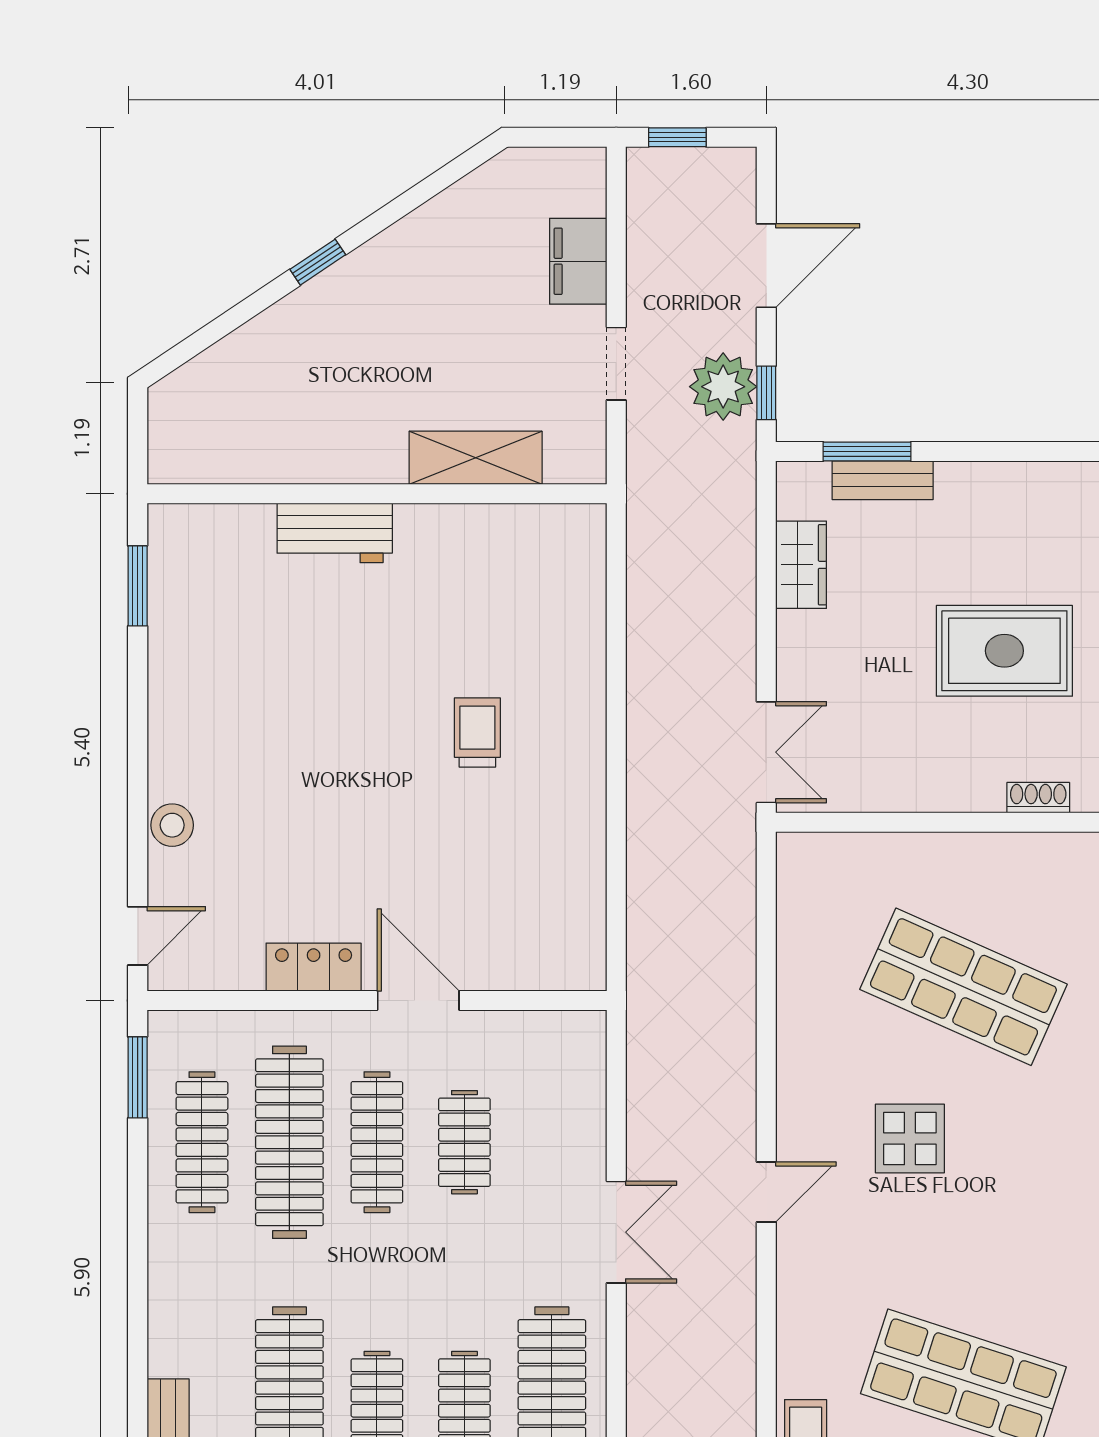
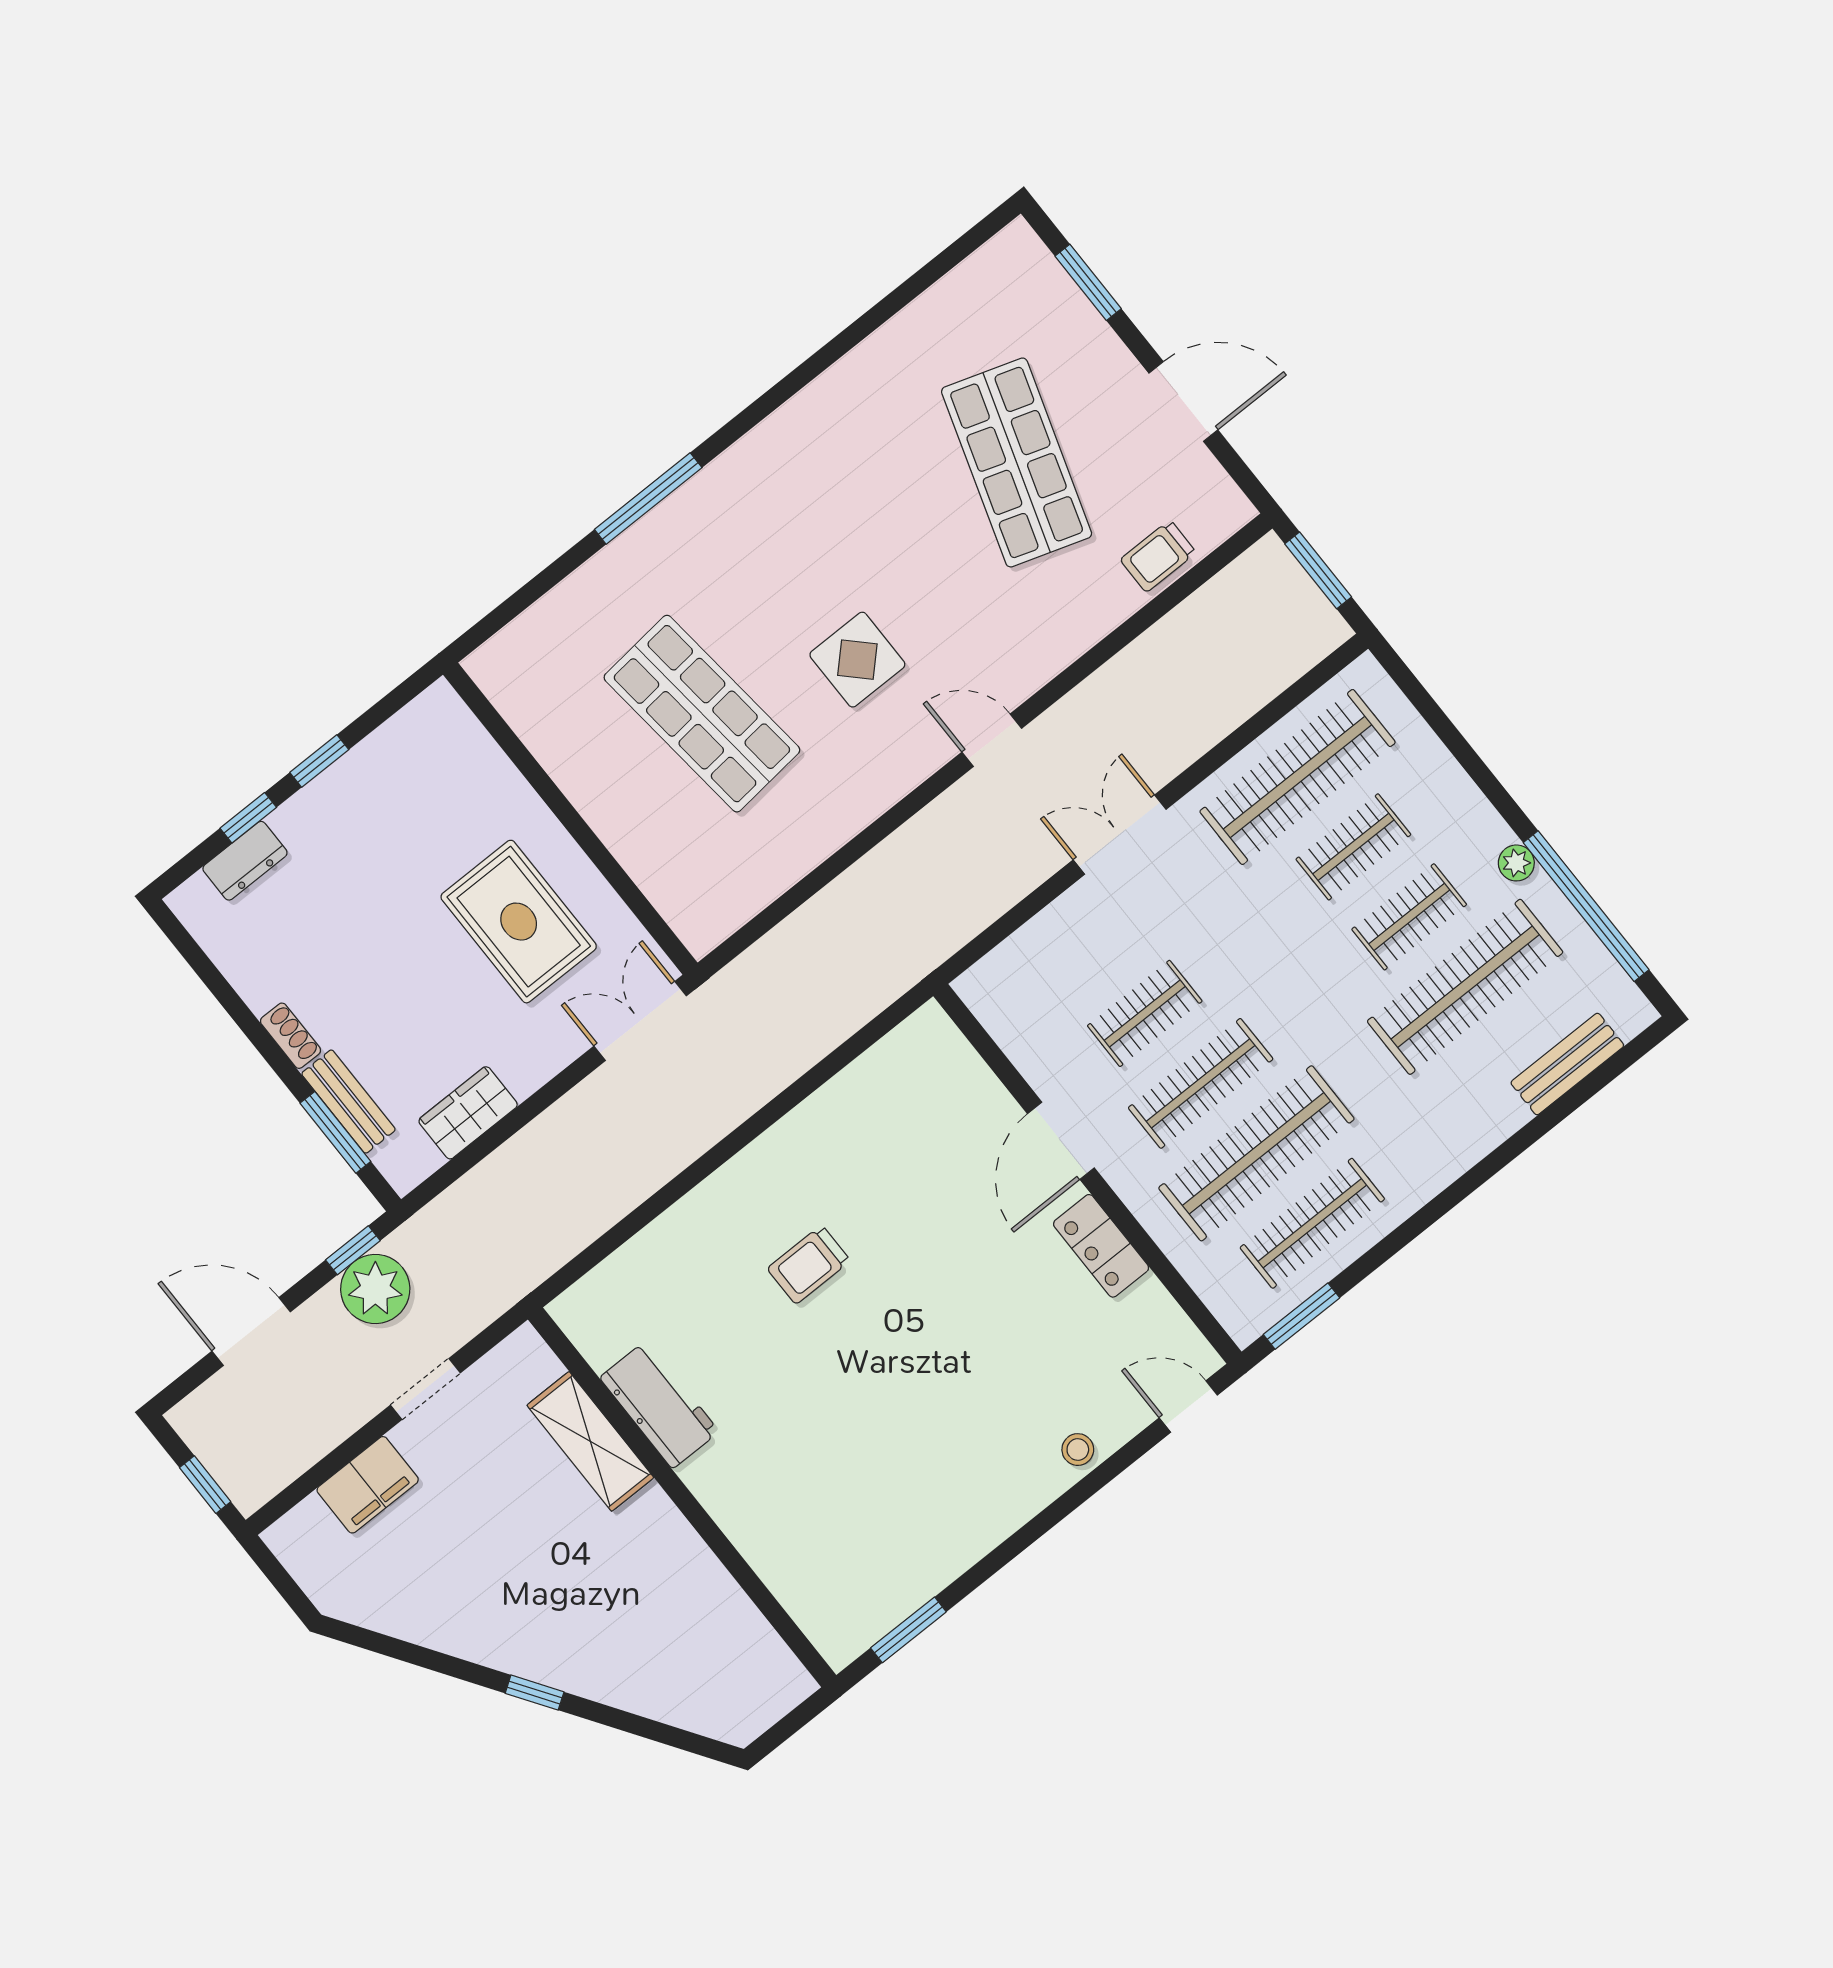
workbench: (335, 533) -> (659, 1405), moved
rug: (1004, 651) -> (519, 922), moved
shoe rack: (1038, 798) -> (291, 1036), moved, turned 180
stool: (172, 825) -> (1078, 1450), width x0.73, depth x0.73
shop shelf: (963, 987) -> (702, 714), turned -30

